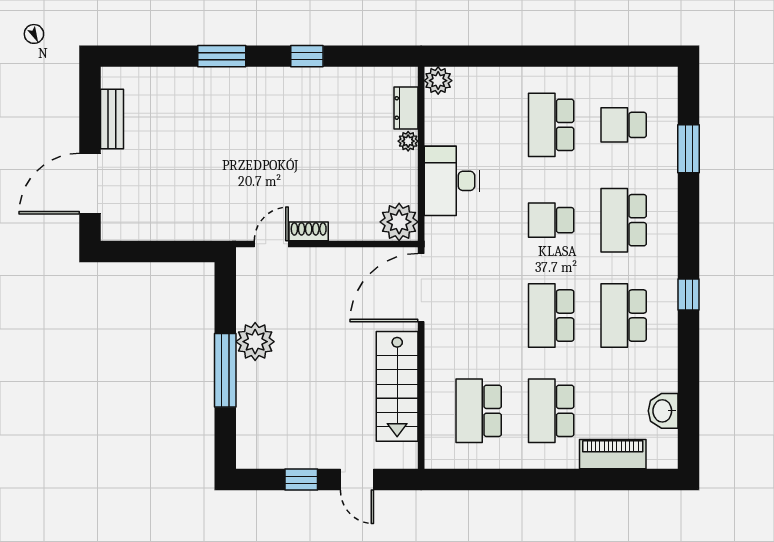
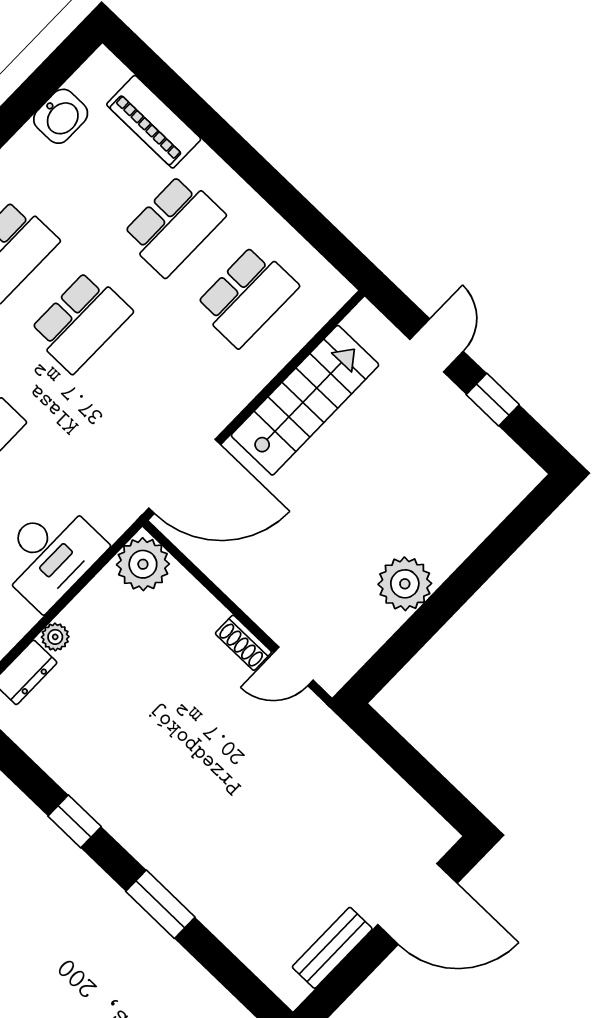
window: (225, 370) -> (463, 584), removed

